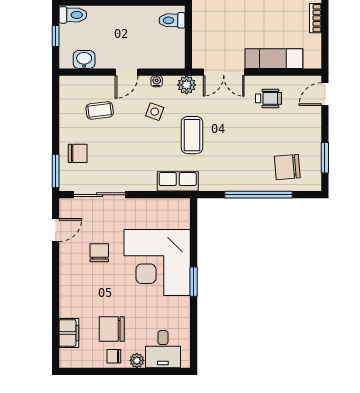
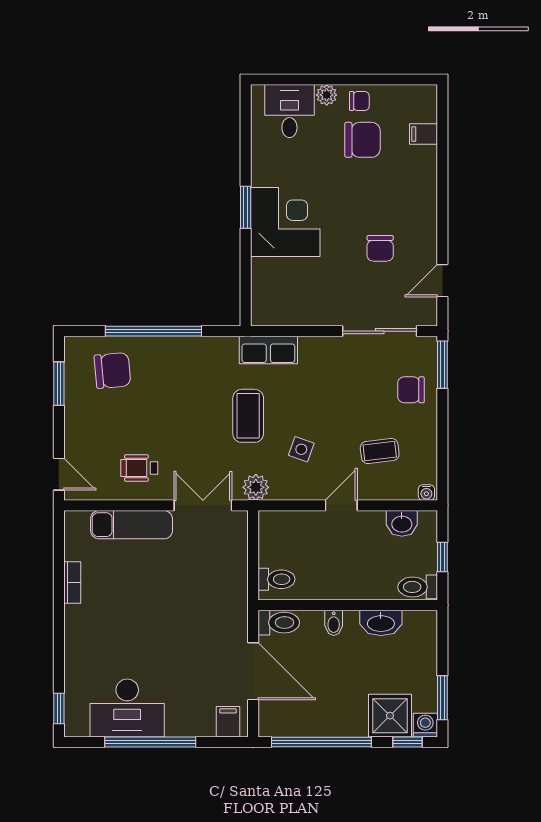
water cooler: (157, 81) -> (426, 492), moved
door: (325, 94) -> (59, 474), hinge flipped
corner desk: (157, 263) -> (285, 222), width x0.74, depth x0.74
filing cabinet: (69, 333) -> (424, 134), width x0.50

